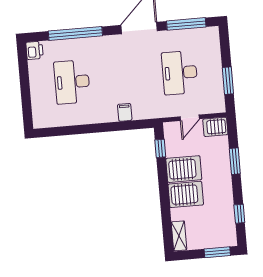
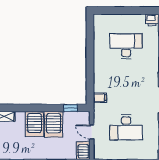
desk: (180, 73) -> (126, 127), turned 180
filing cabinet: (125, 112) -> (100, 98), moved

